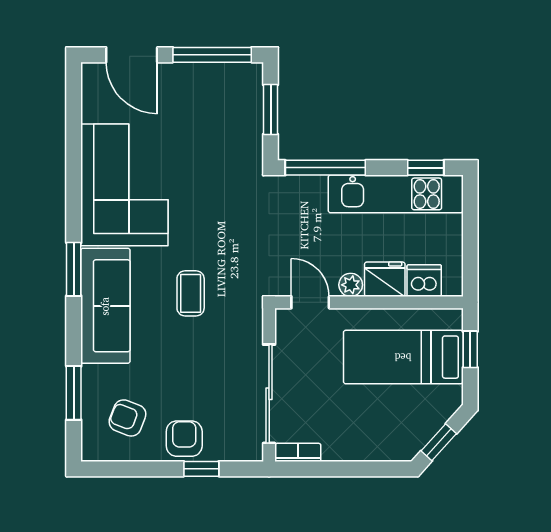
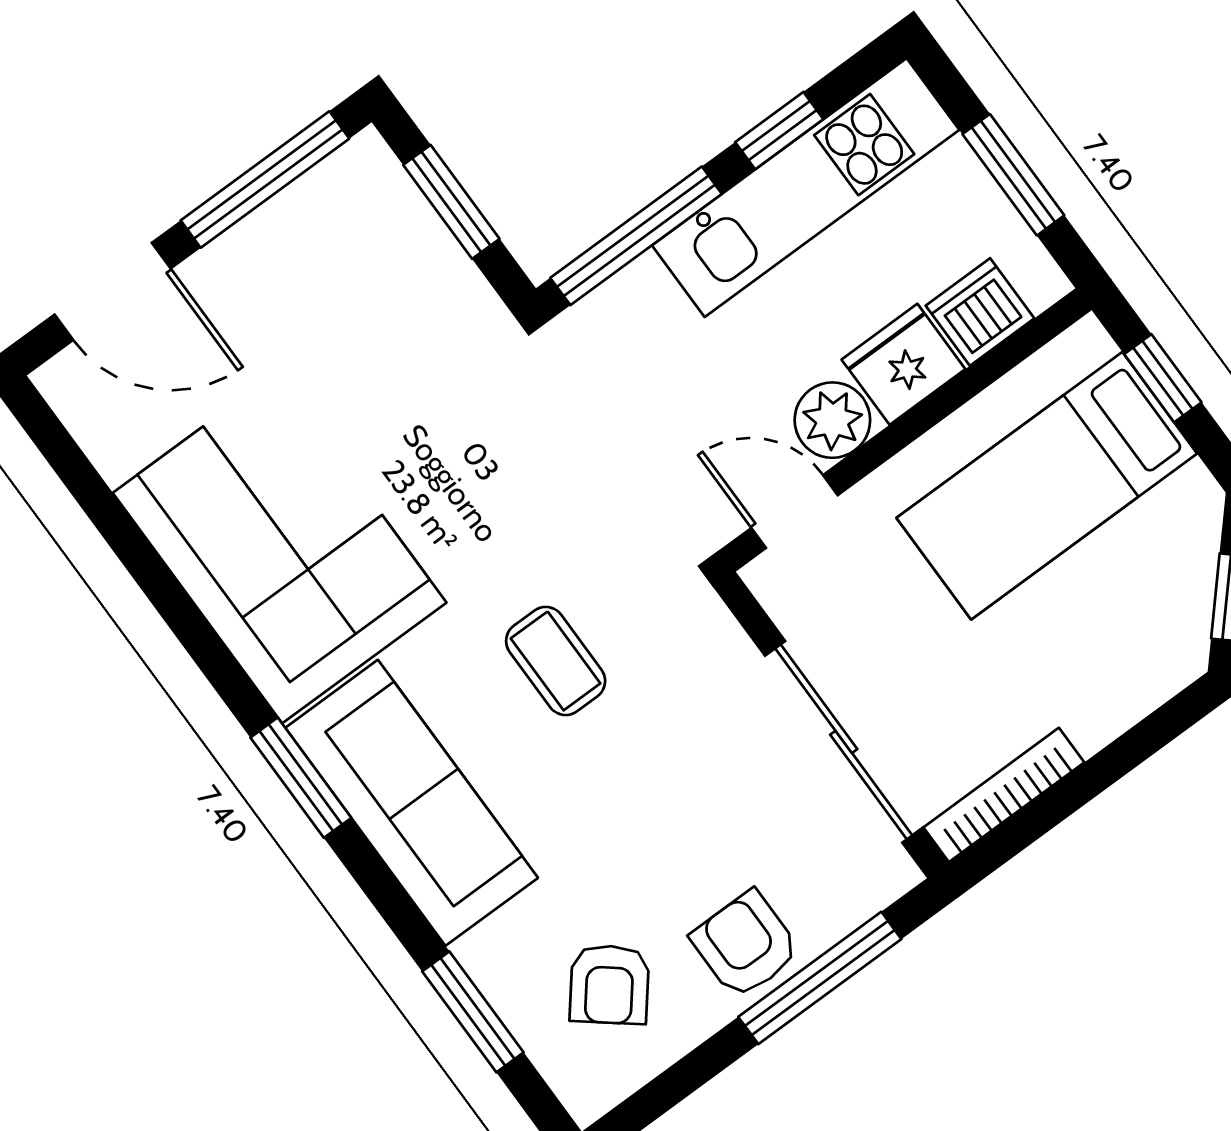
window: (426, 168) -> (779, 131), moved
window: (470, 242) -> (1013, 175), added
plant: (351, 285) -> (832, 420), width x1.38, depth x1.38
armchair: (127, 418) -> (609, 984), turned -72
bookcase: (298, 452) -> (1004, 795), width x1.56
window: (201, 469) -> (820, 978), width x2.17

